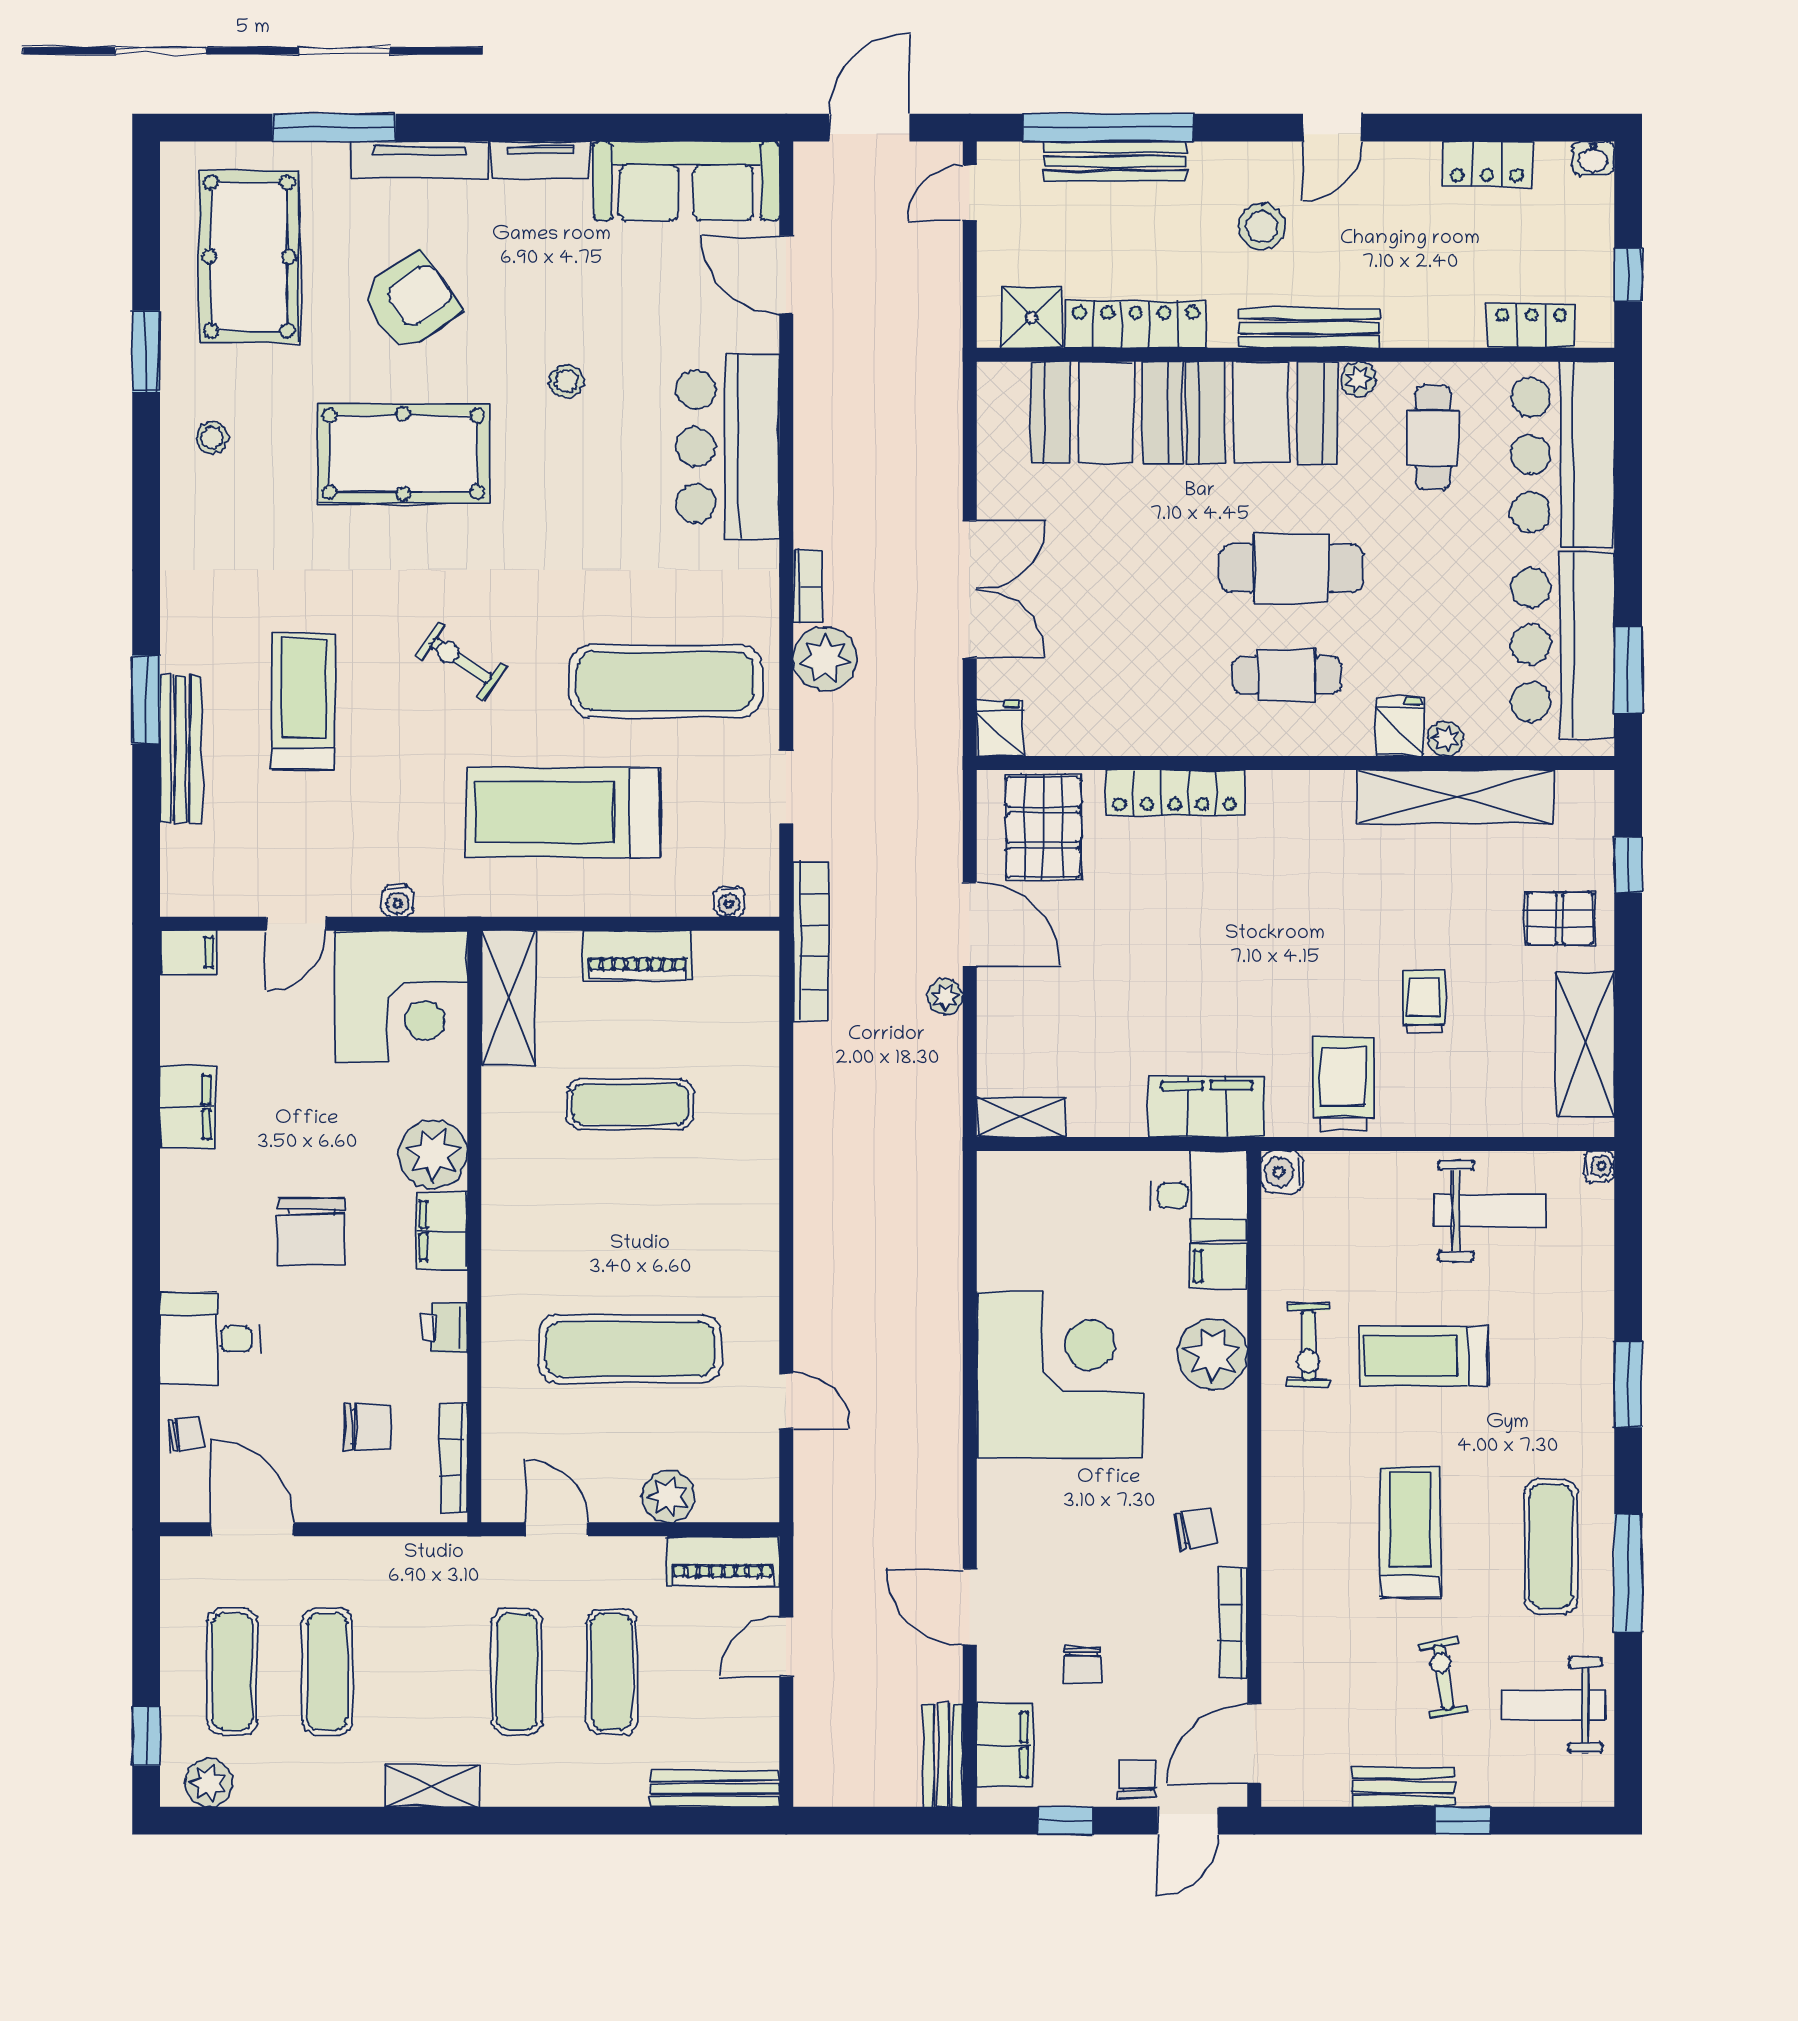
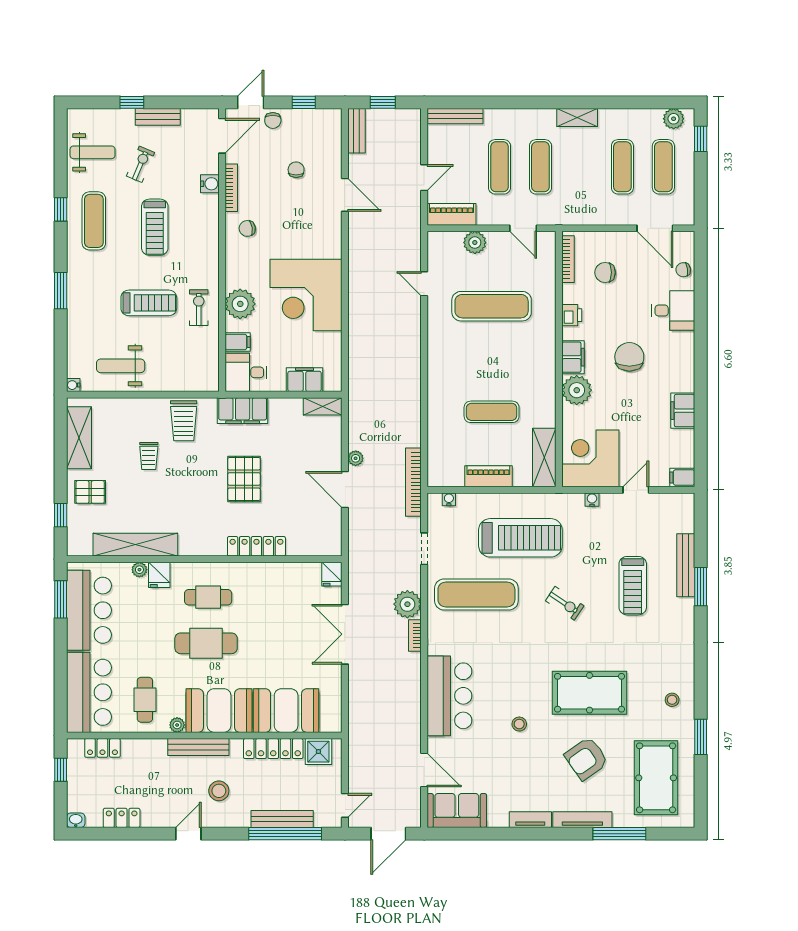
sofa: (686, 181) -> (457, 811), width x0.73
pallet: (1043, 827) -> (244, 479), moved
water cooler: (1282, 1172) -> (210, 184), moved
window: (1628, 1573) -> (61, 209), width x0.46
exercise bike: (1443, 1677) -> (141, 164), turned -148
filing cabinet: (1004, 1745) -> (305, 380), moved, turned 90
window: (882, 1821) -> (383, 102), added

